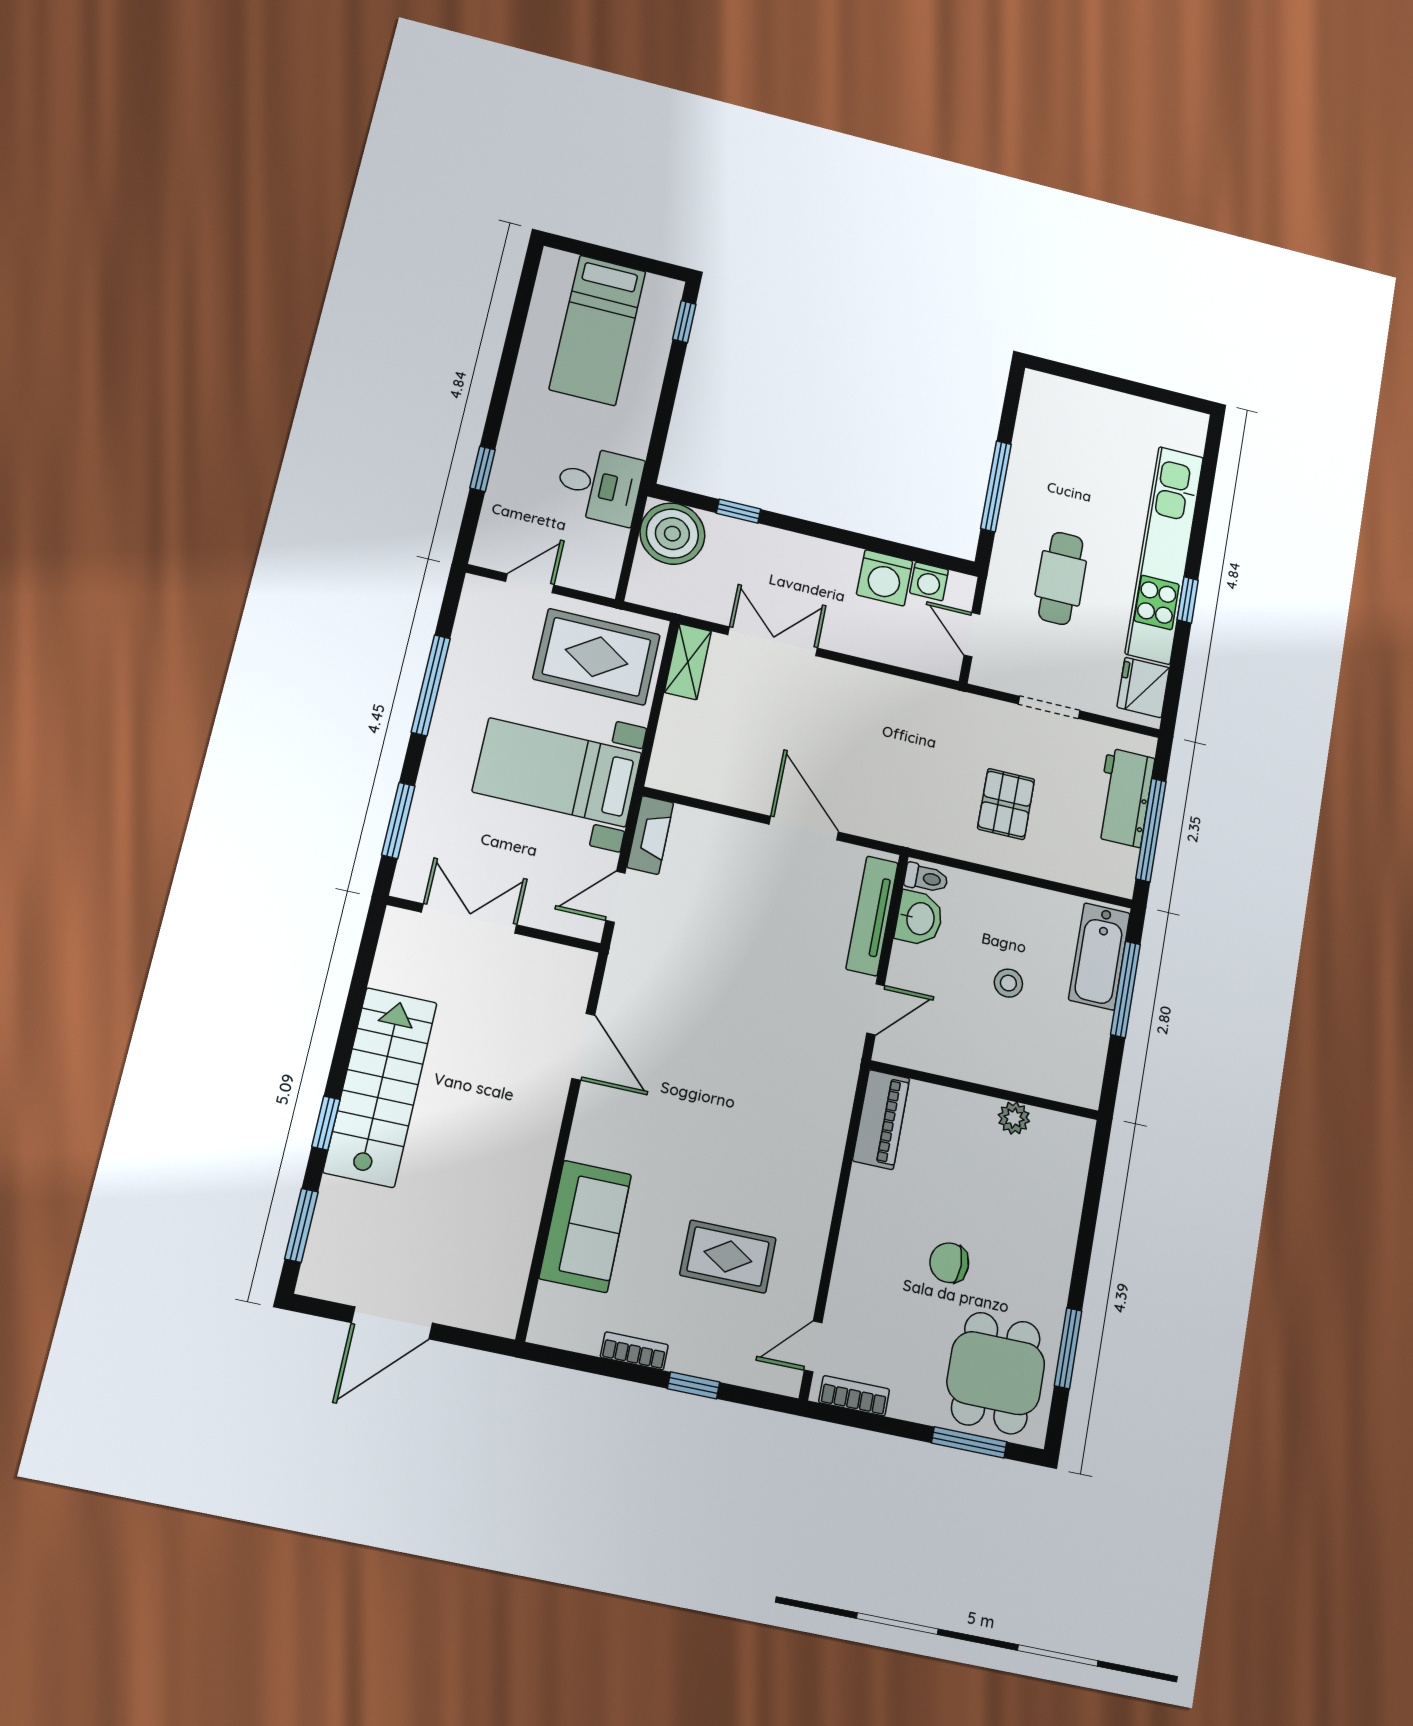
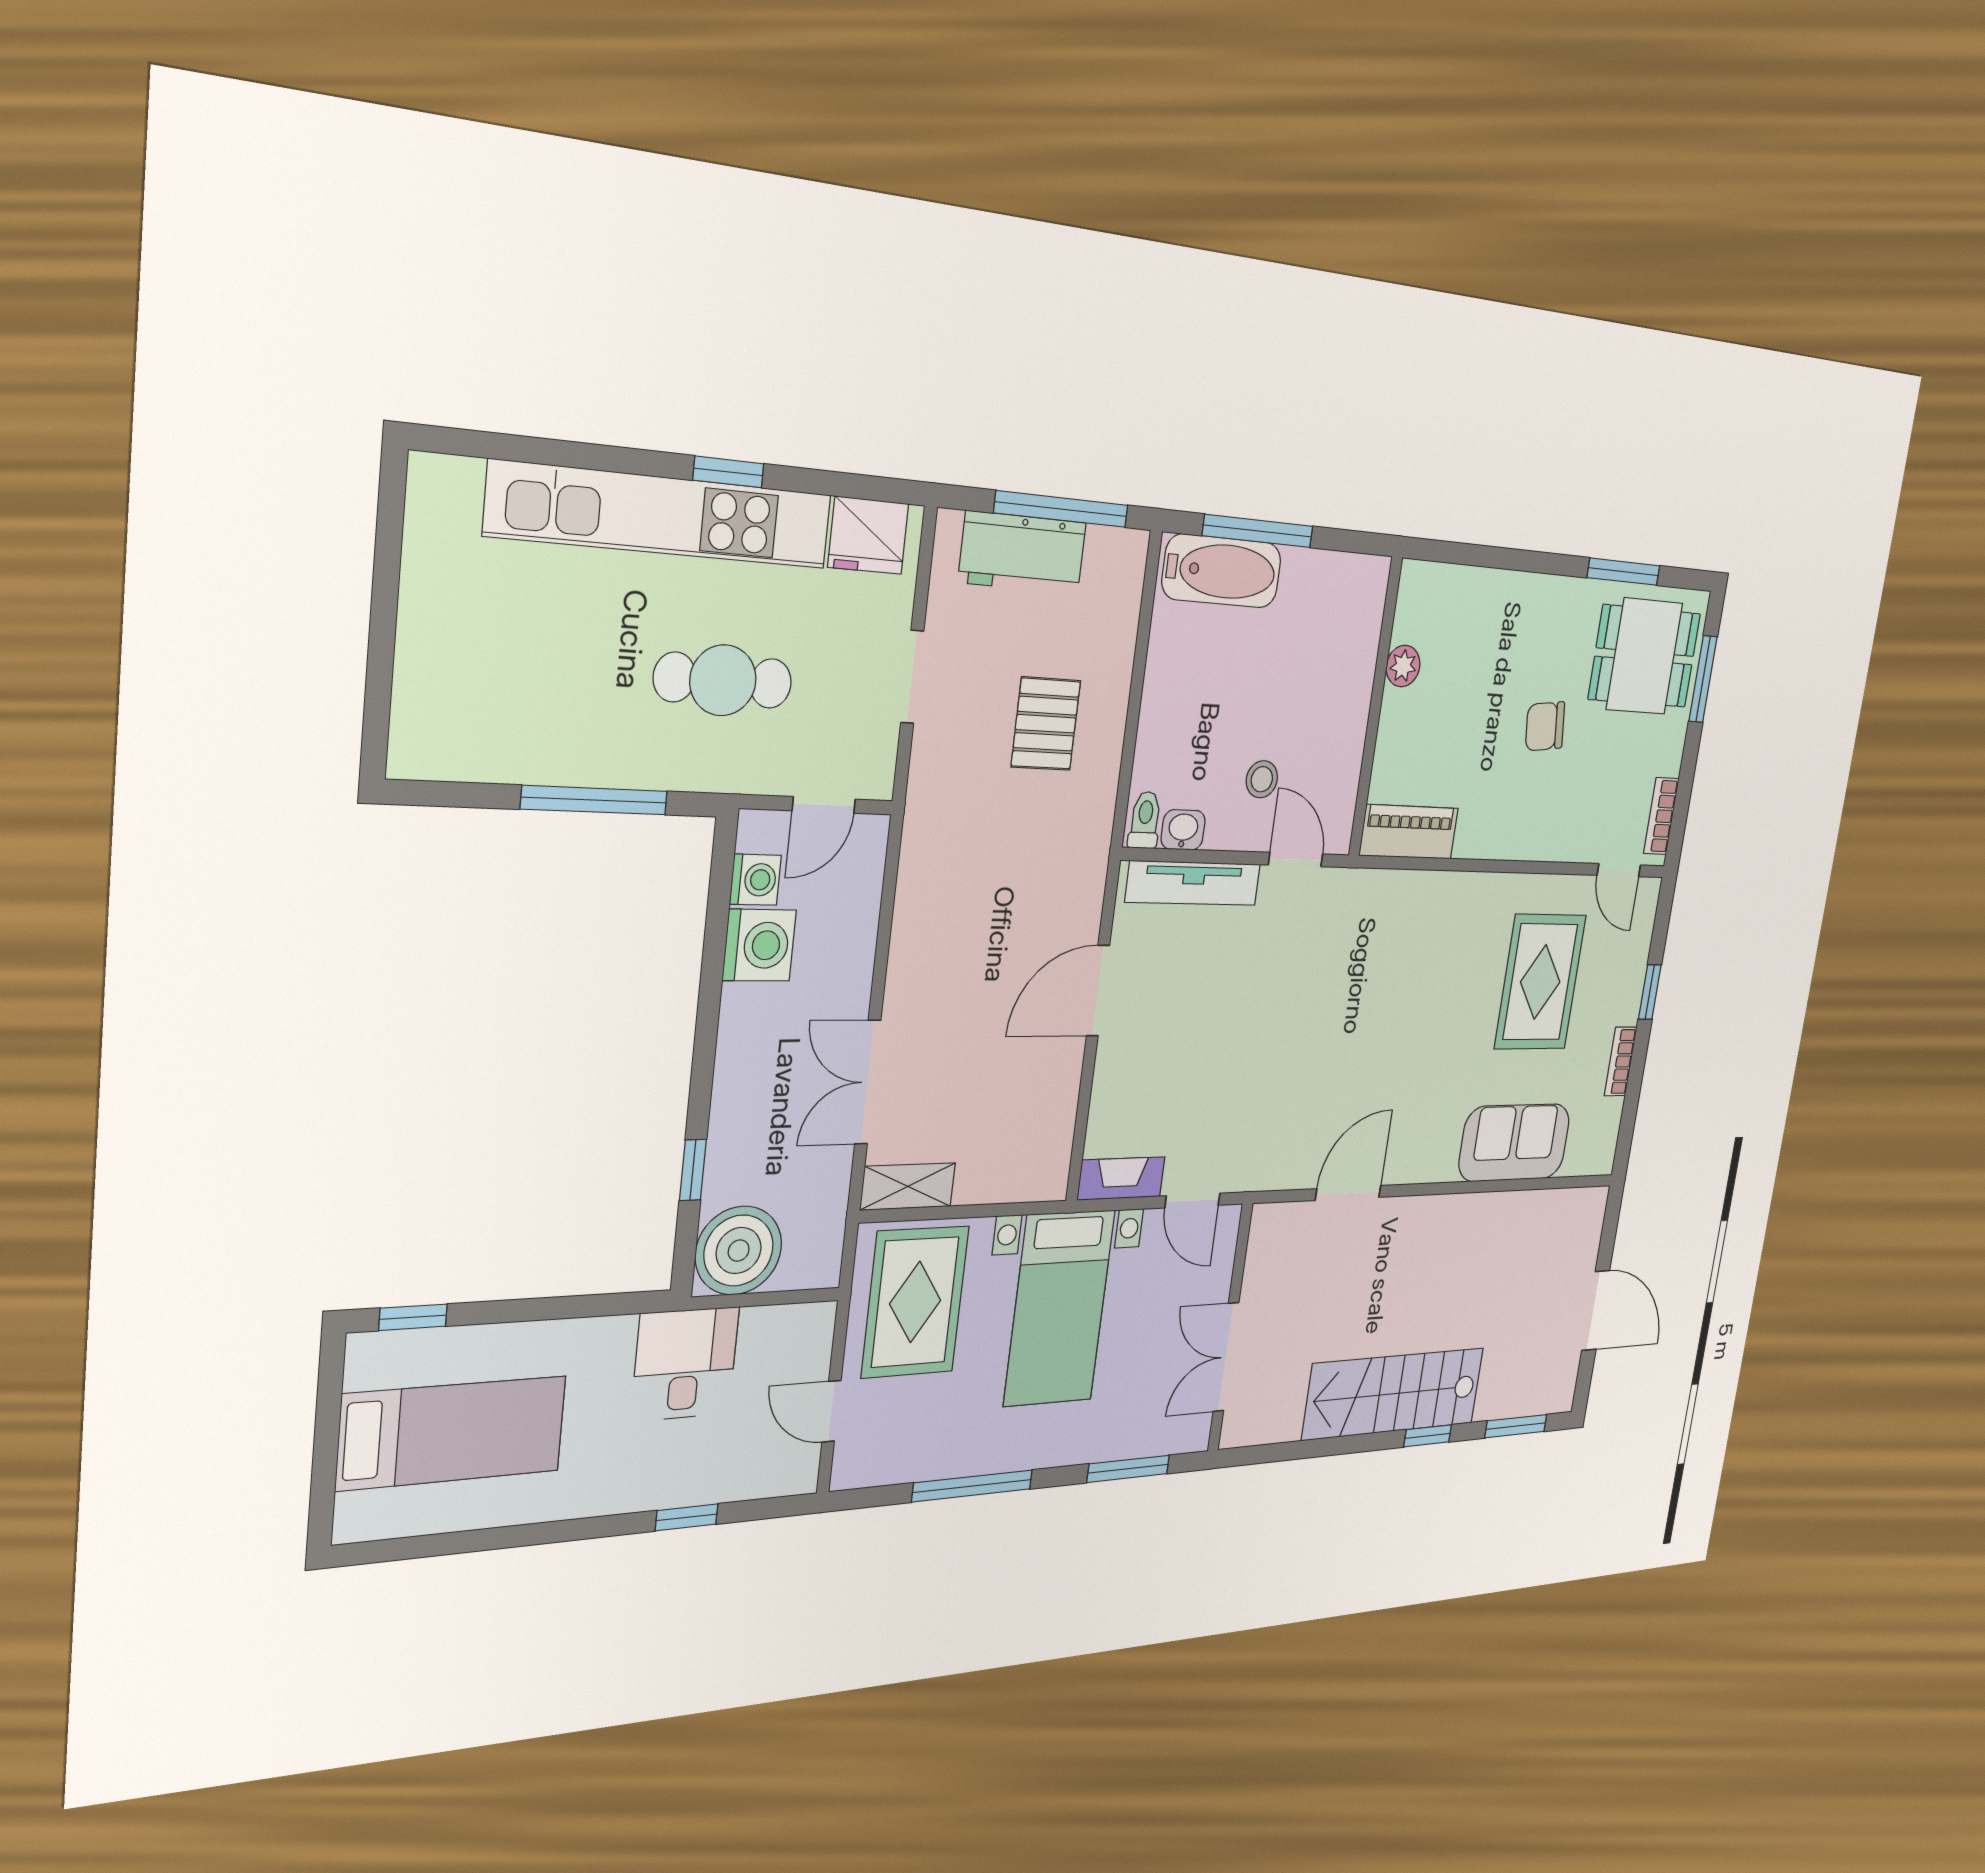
pallet: (1006, 804) -> (1046, 724), turned 90
washbasin: (919, 918) -> (1183, 830), width x0.72, depth x0.69
stool: (1008, 983) -> (1262, 779), moved
rug: (728, 1257) -> (1540, 982), width x1.36, depth x1.43
chair: (949, 1263) -> (1545, 726), turned 83

